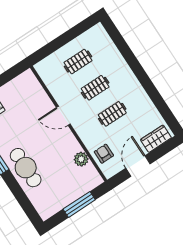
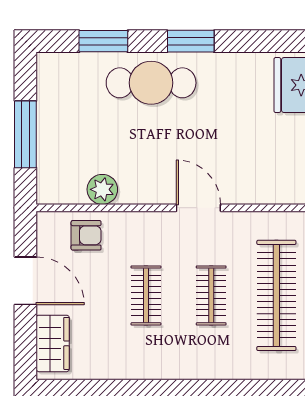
clothes rail: (78, 62) -> (276, 295), width x1.86, depth x1.31
door: (63, 116) -> (198, 208), hinge flipped
window: (21, 198) -> (103, 41), added

